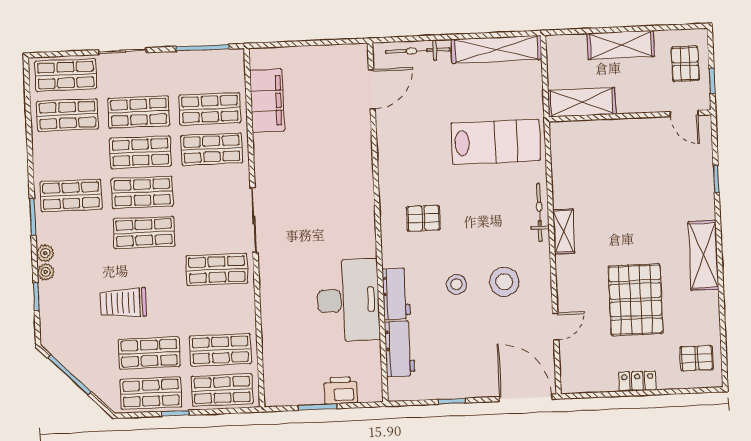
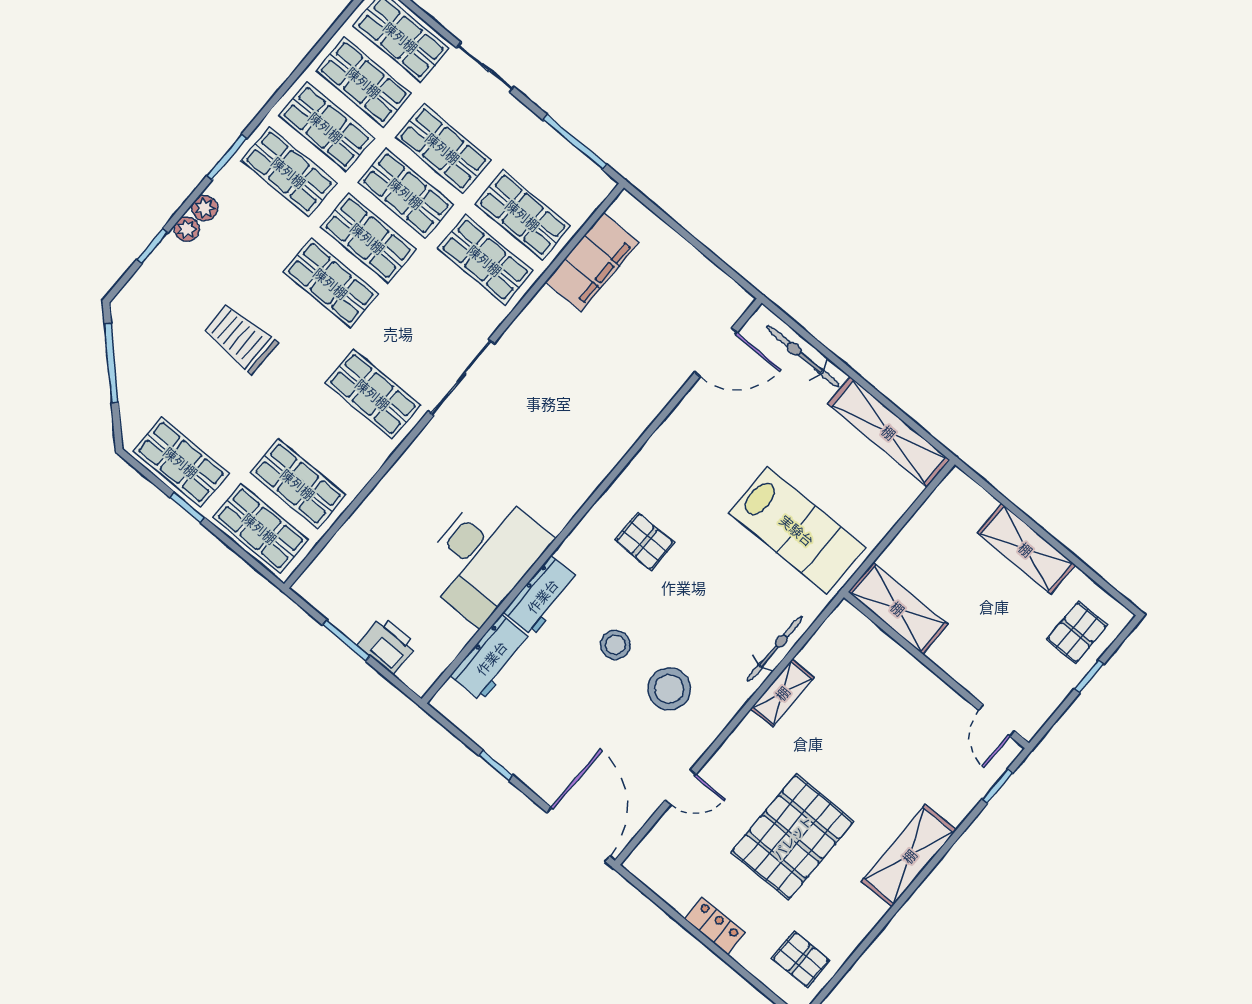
shelving: (582, 102) -> (898, 608), moved
door: (684, 113) -> (997, 721), moved
wall: (630, 116) -> (936, 670), moved
shop shelf: (149, 353) -> (326, 127), moved

